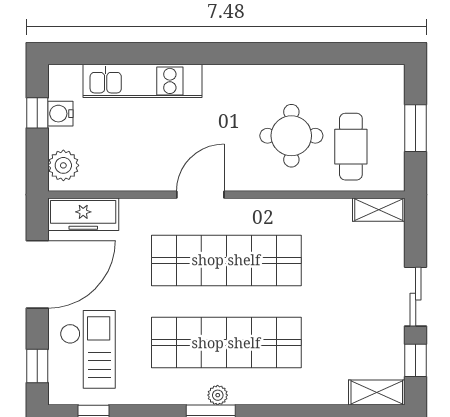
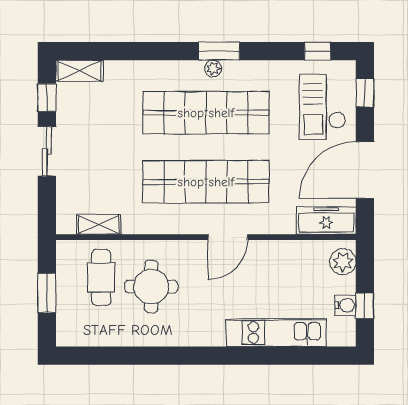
shelving: (379, 210) -> (99, 224), moved

